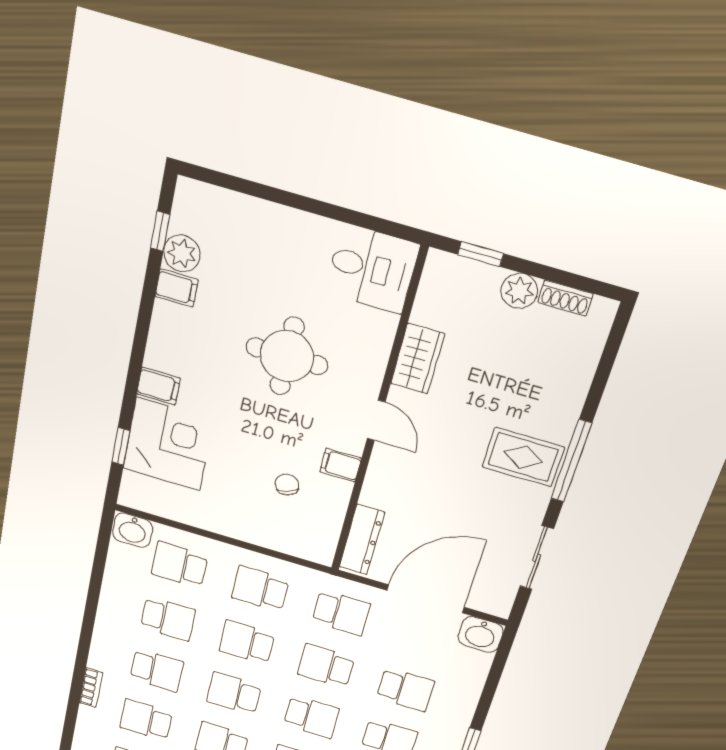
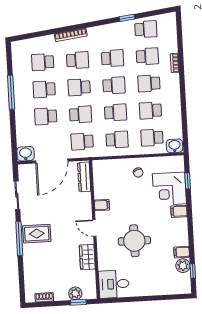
plant: (519, 291) -> (75, 293), moved
chair: (287, 485) -> (138, 173), moved
school desk: (180, 565) -> (152, 138), turned 180

